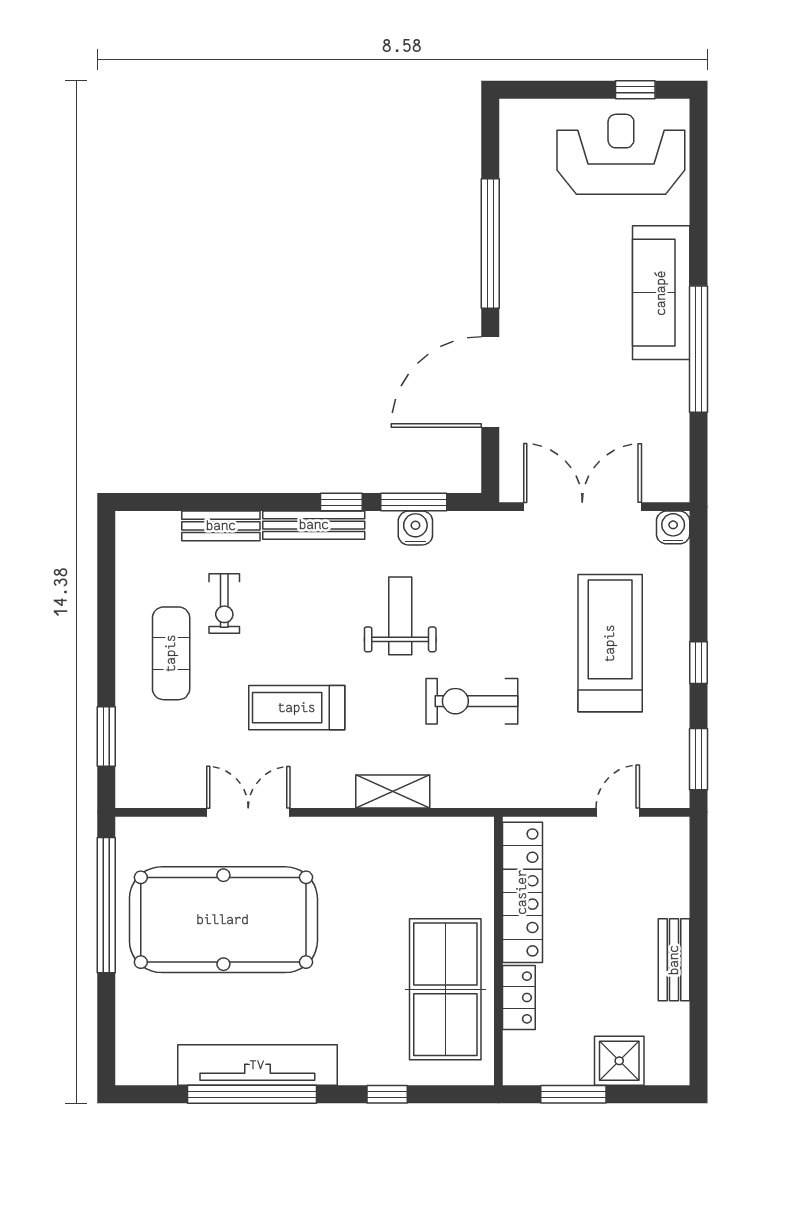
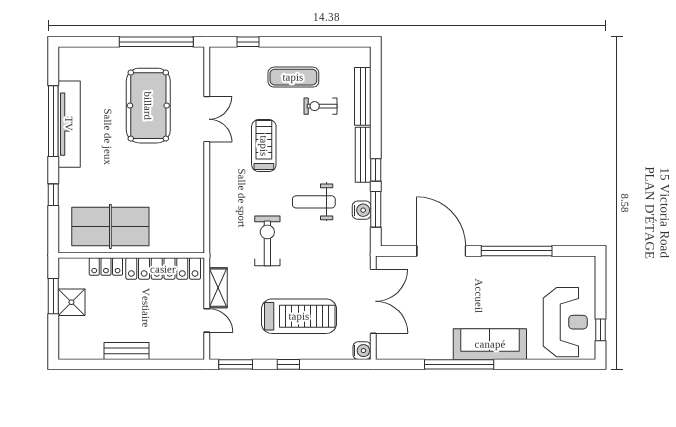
bench: (221, 526) -> (363, 96), width x1.36
weight bench: (400, 616) -> (314, 202), turned 180
window: (106, 737) -> (248, 42), width x0.67
shelving: (393, 791) -> (218, 288), moved
pool table: (223, 920) -> (148, 106), width x0.73, depth x0.76
shower: (619, 1061) -> (71, 302), moved

